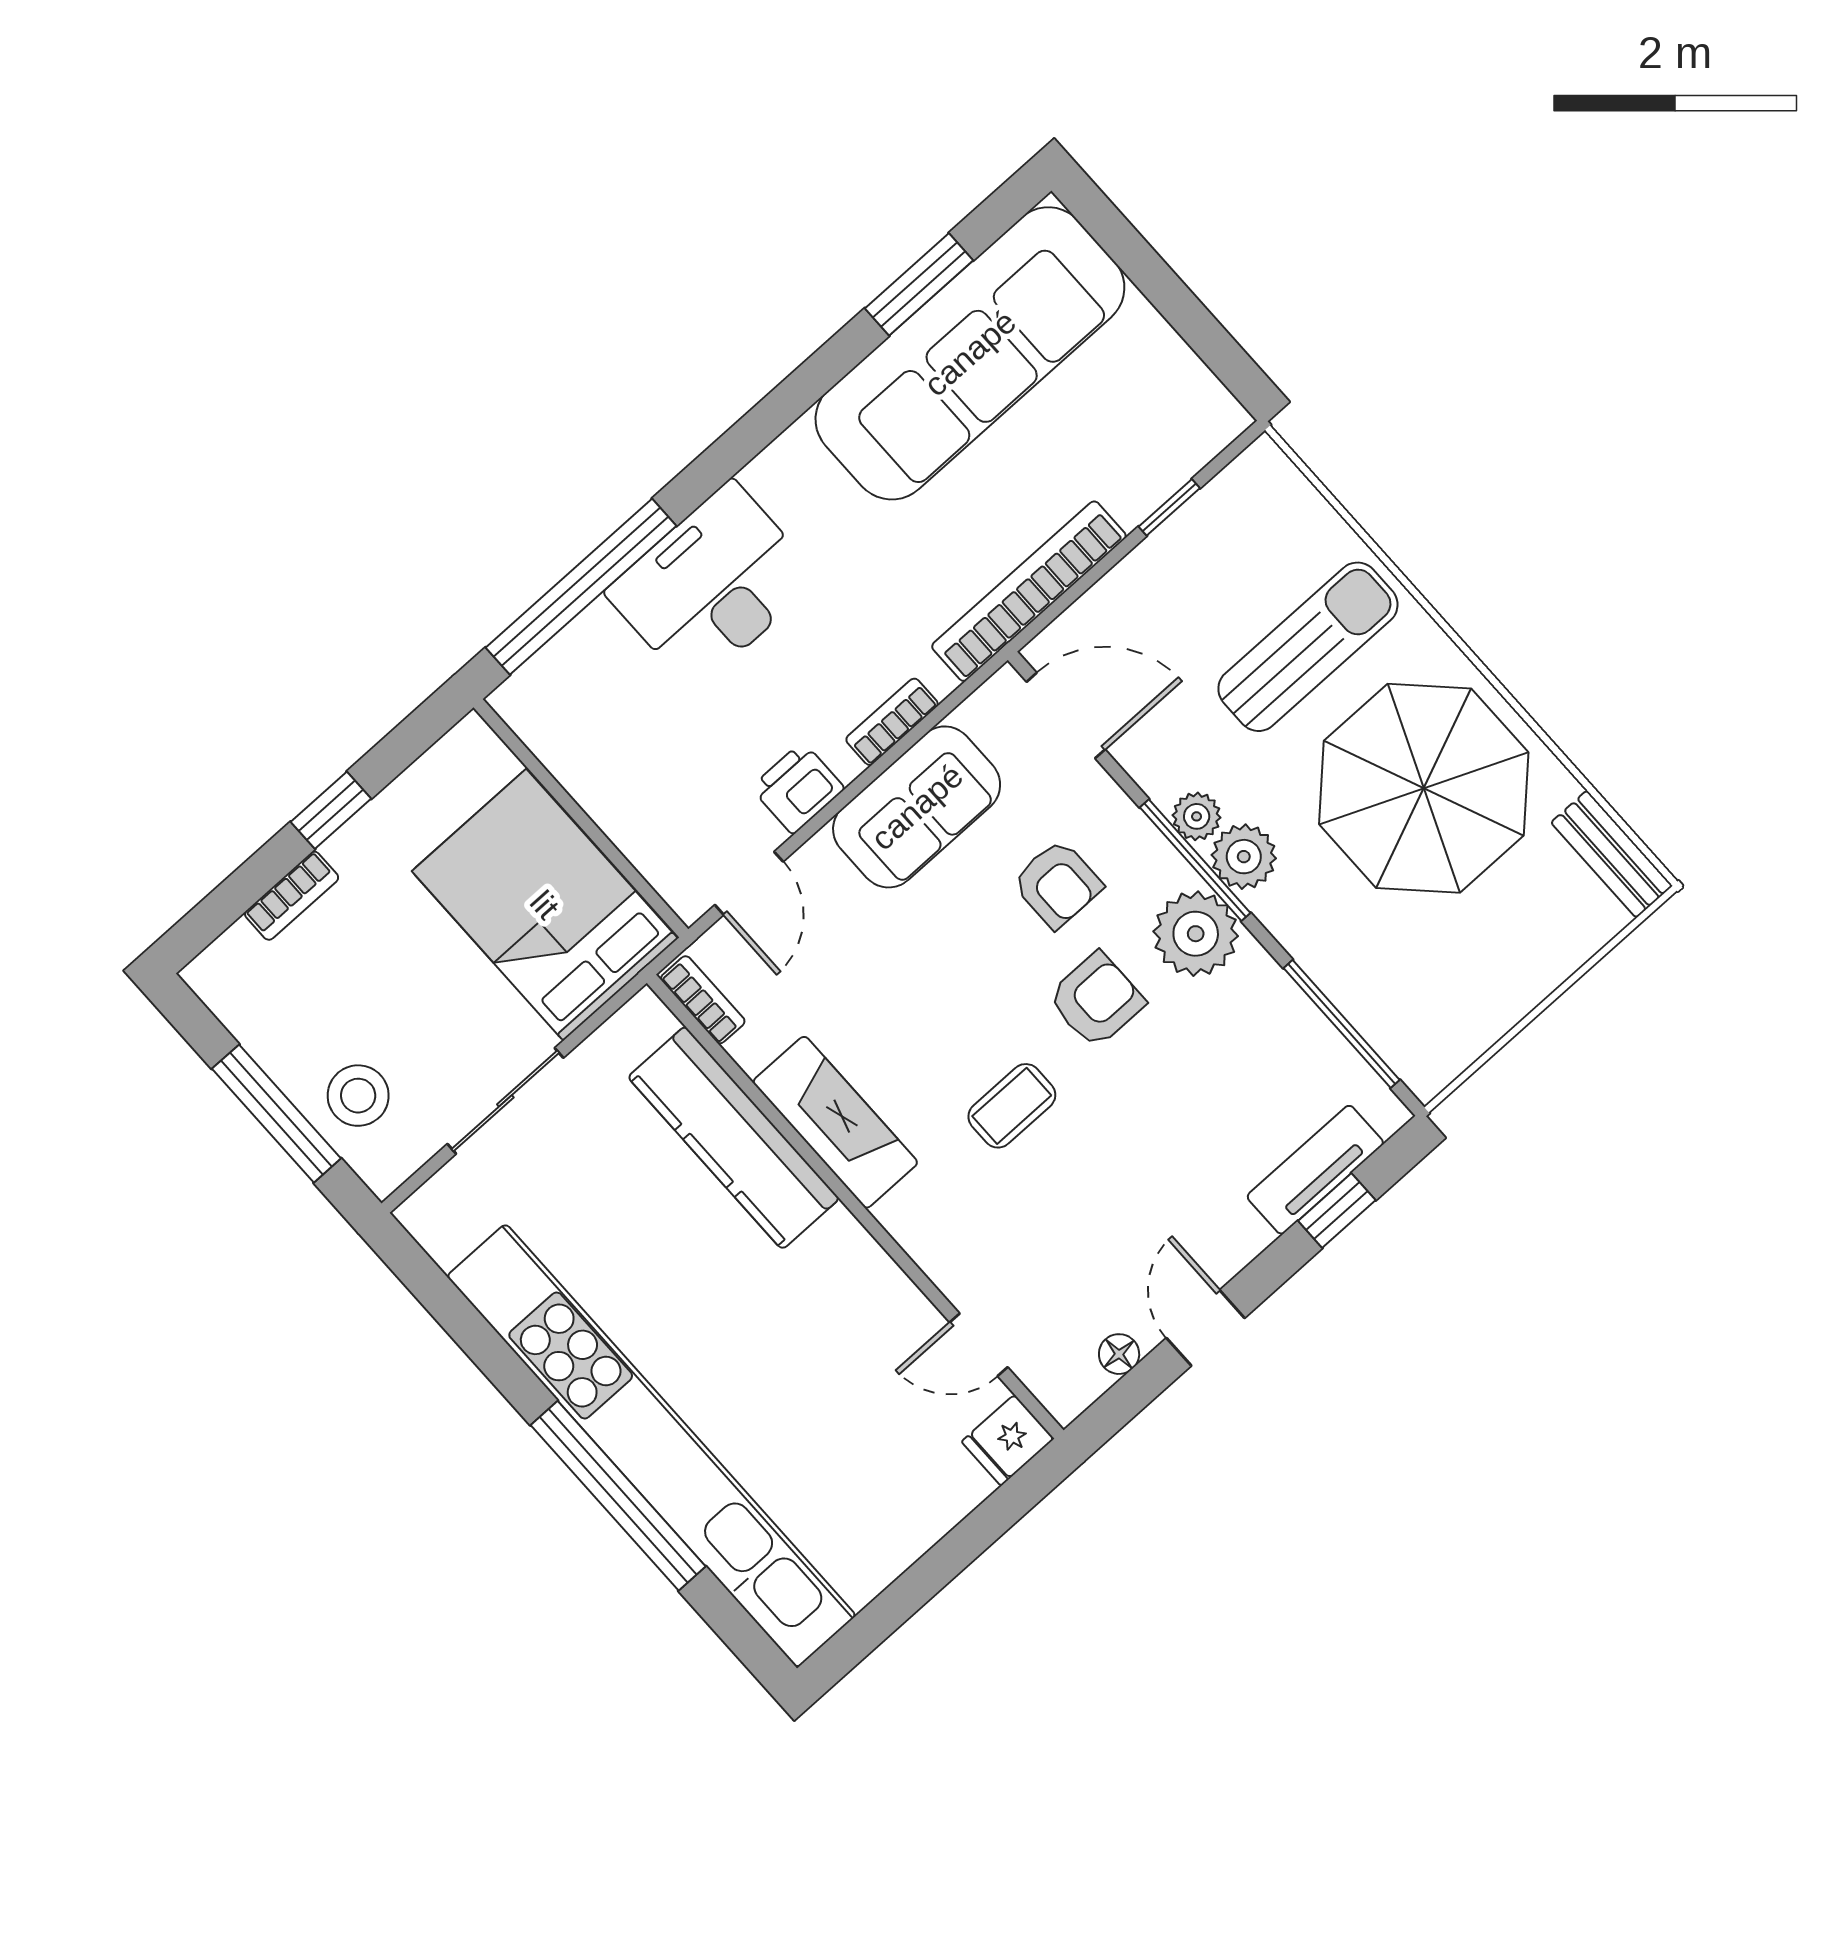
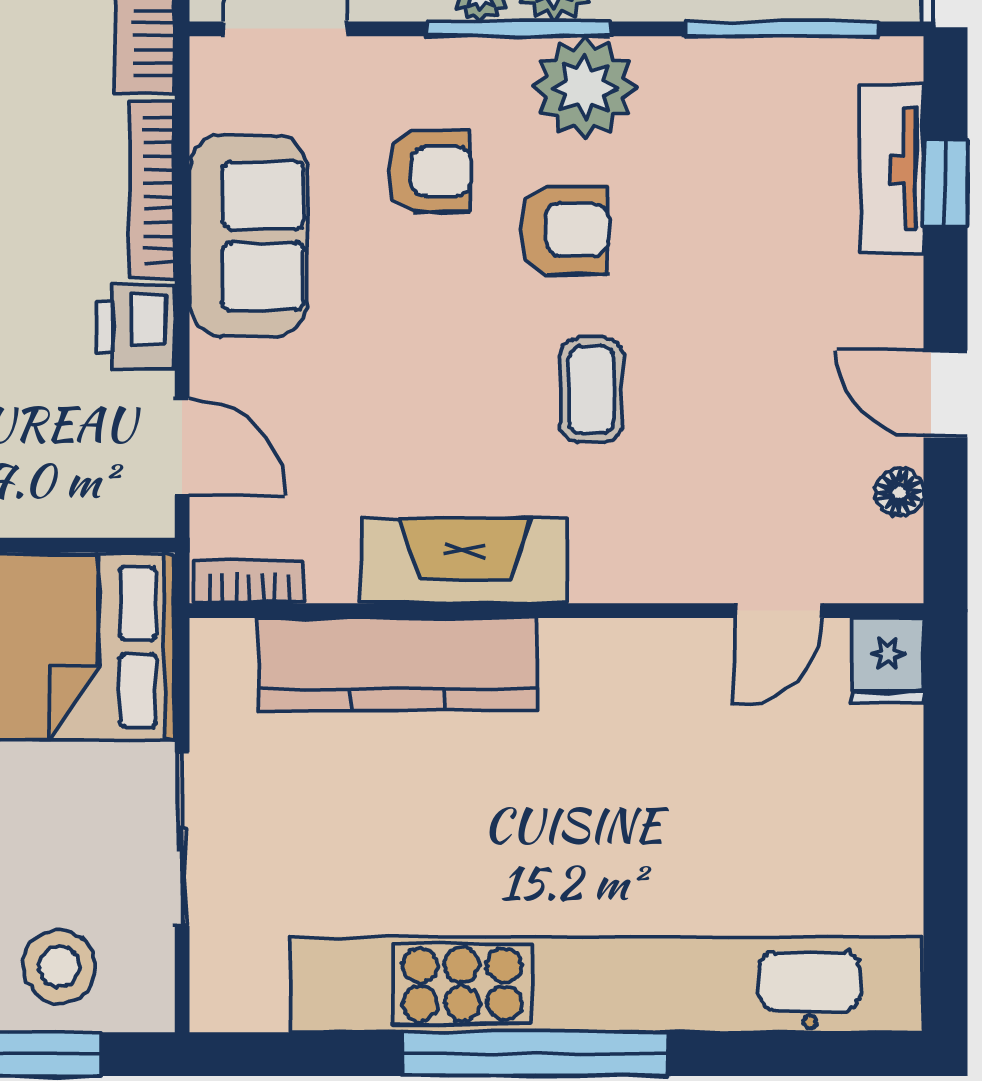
bookcase: (892, 722) -> (152, 190), width x1.56
armchair: (1096, 1000) -> (564, 229), turned 90
window: (618, 1496) -> (535, 1054), moved

